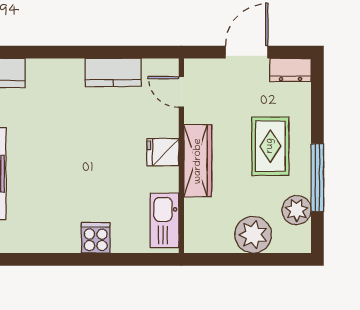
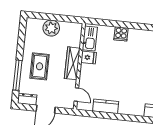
fridge: (163, 152) -> (89, 57), moved
window: (317, 178) -> (18, 75), moved
plant: (297, 210) -> (31, 37), removed

